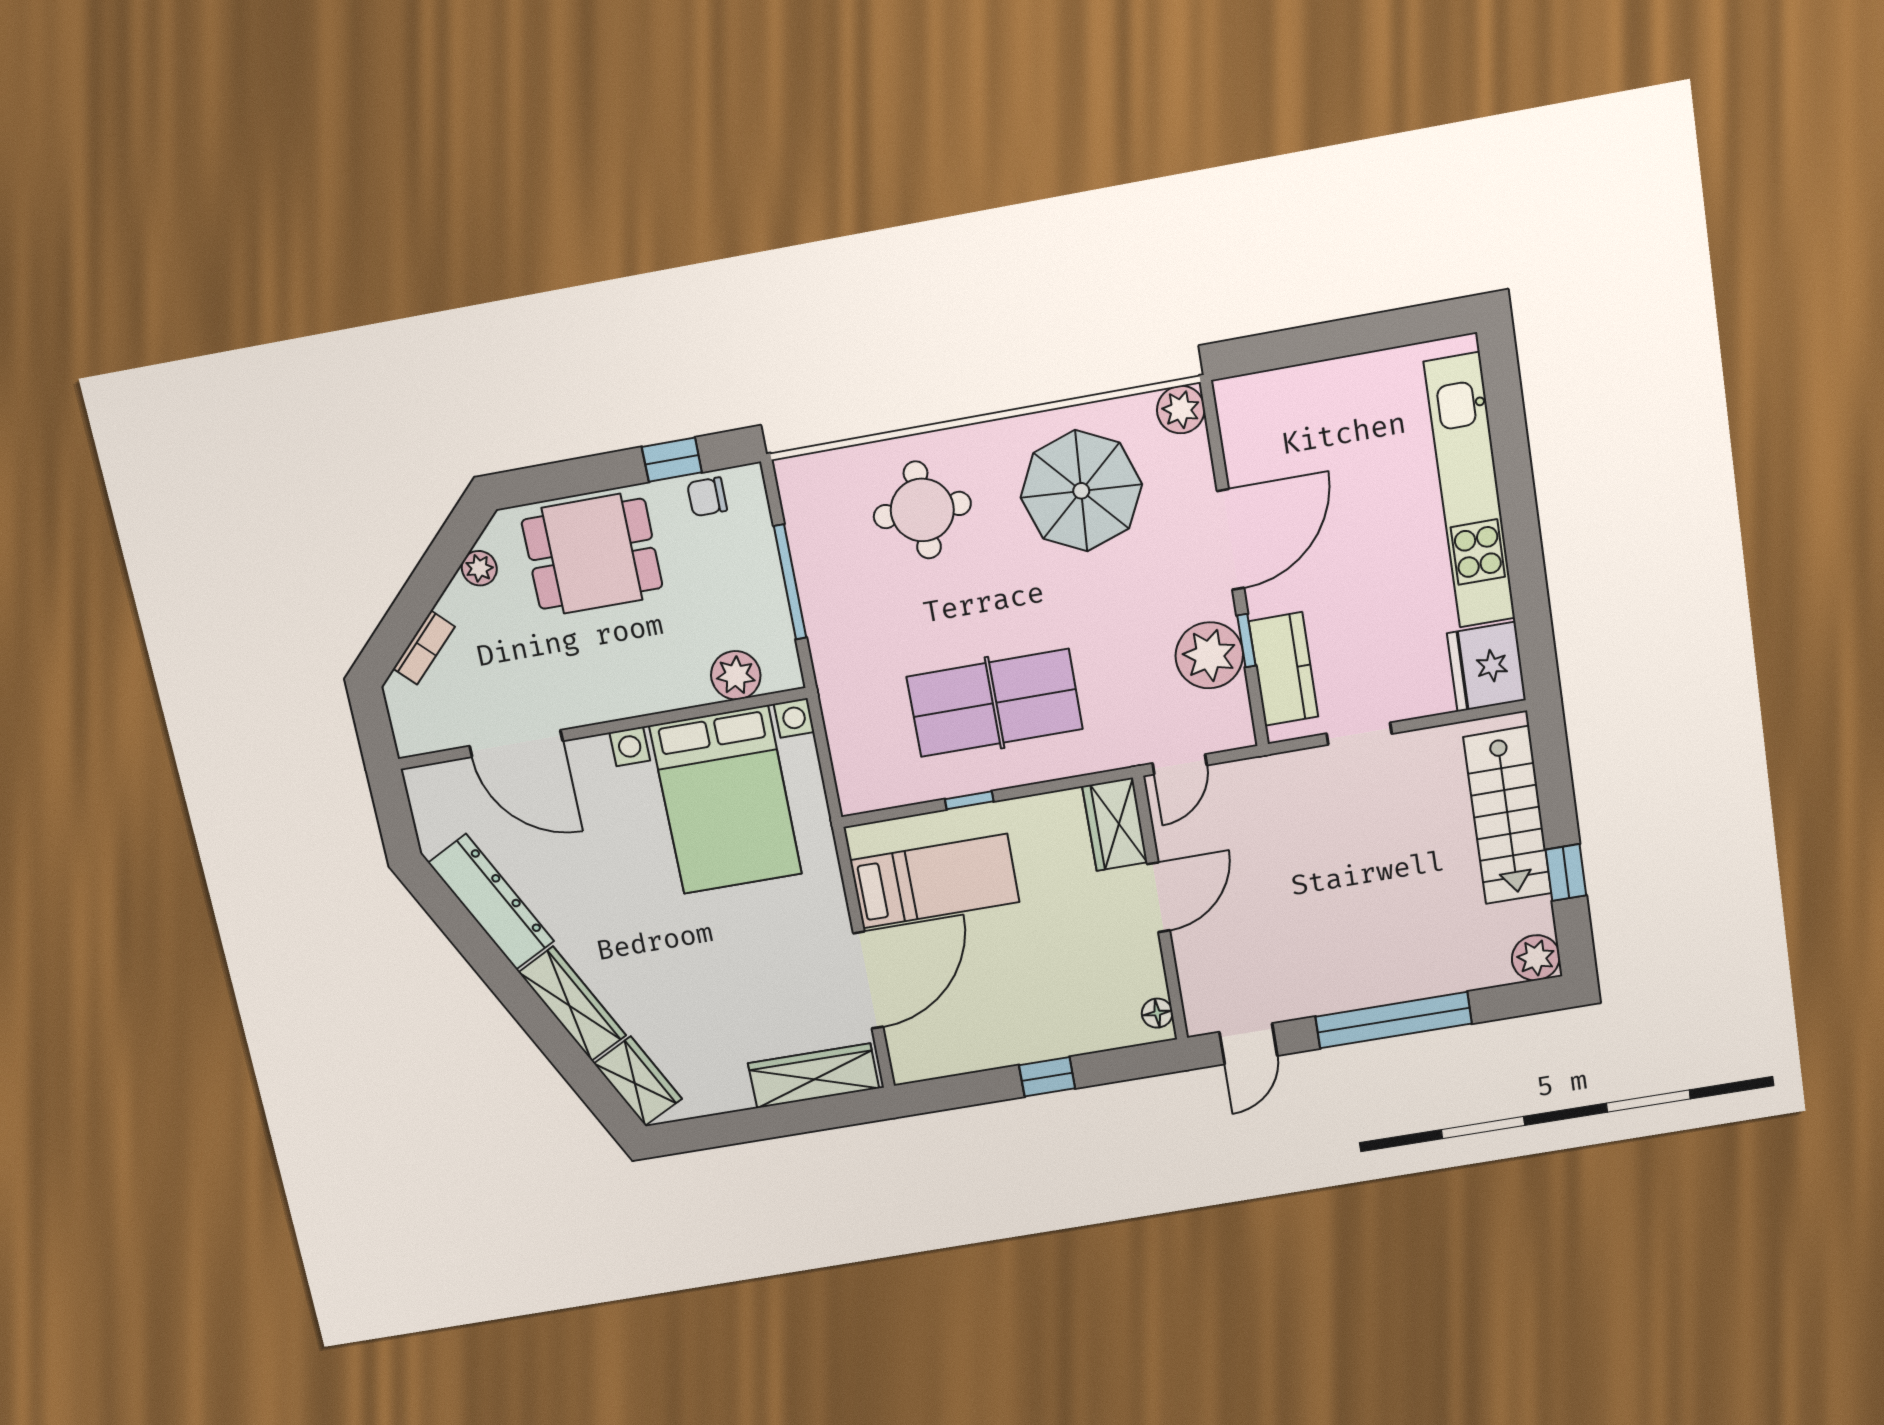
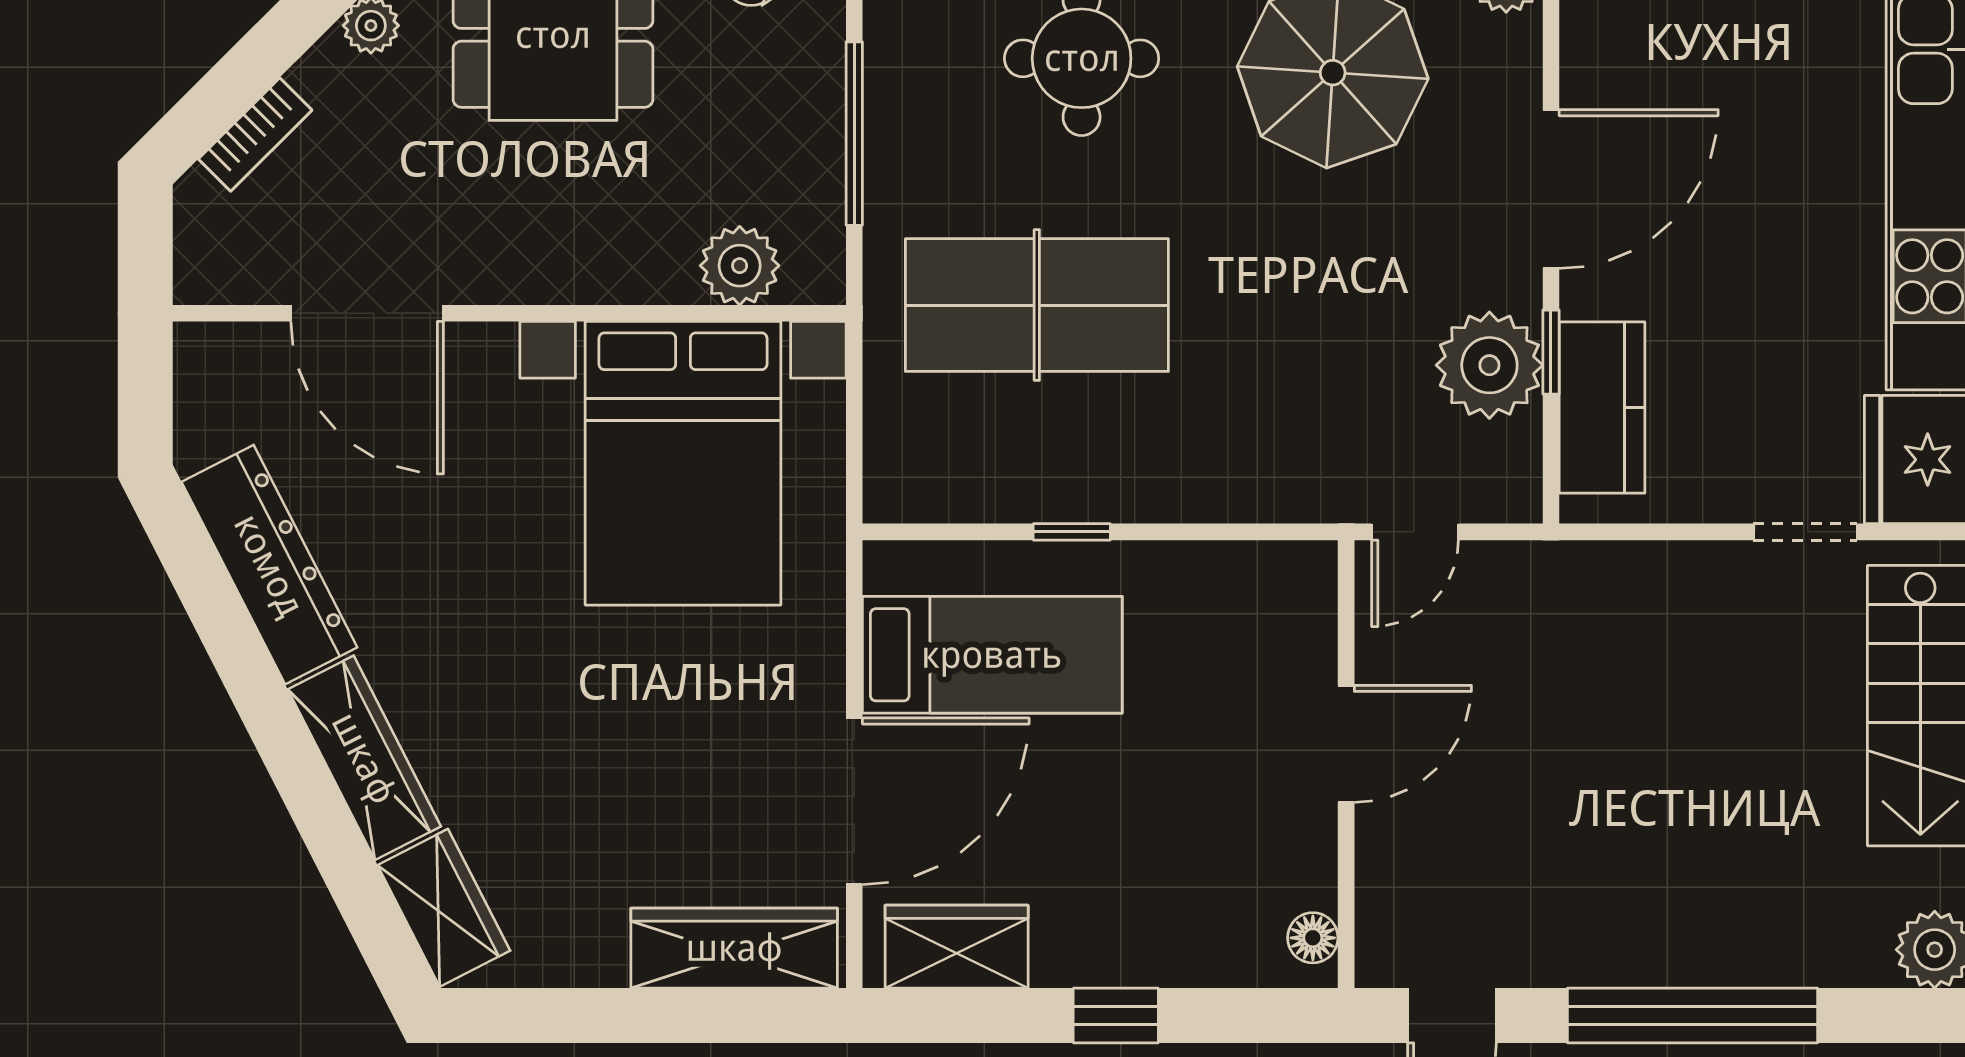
table tennis table: (995, 703) -> (1037, 305), moved
doorway: (1359, 734) -> (1805, 532), moved
wardrobe: (1115, 824) -> (957, 947), moved, turned 90

